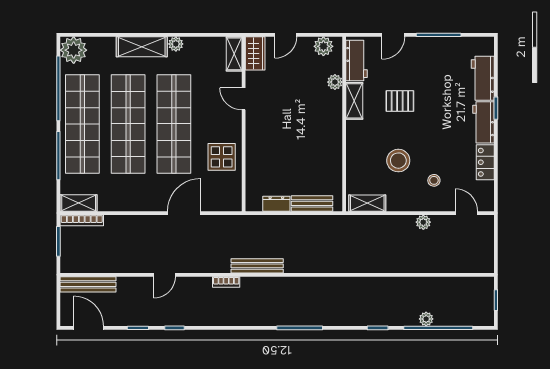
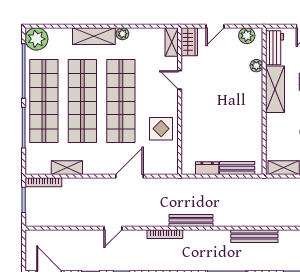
shelving: (354, 101) -> (275, 89), width x1.50, depth x1.33
shelving: (79, 203) -> (67, 168), moved
bookcase: (226, 282) -> (165, 234), width x1.56
bench: (88, 284) -> (254, 236), moved

